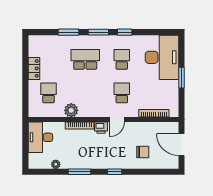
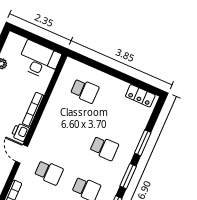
school desk: (85, 59) -> (104, 148), width x0.54
locker: (34, 68) -> (140, 96), moved
plant: (71, 110) -> (54, 107), removed

